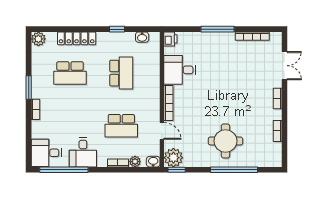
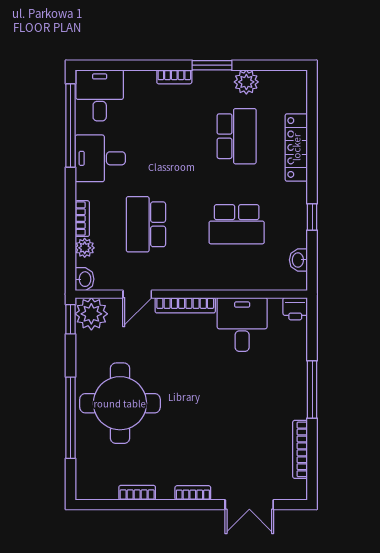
plant: (38, 39) -> (246, 82), moved
school desk: (70, 73) -> (237, 136), turned 180
round table: (225, 141) -> (120, 403), width x1.36, depth x1.36

